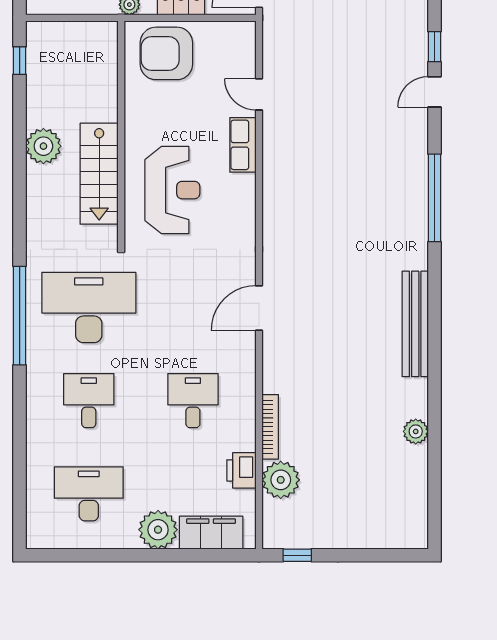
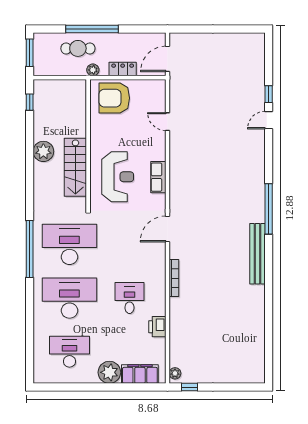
row of seats: (243, 145) -> (158, 177), moved
window: (434, 198) -> (269, 209), moved
door: (259, 308) -> (168, 229), moved
desk: (89, 401) -> (69, 298), width x1.87, depth x1.30
bookcase: (270, 427) -> (174, 278), moved
plant: (416, 431) -> (258, 316), removed
printer: (241, 470) -> (157, 327), moved
plant: (281, 480) -> (175, 373), moved, width x0.53, depth x0.53

